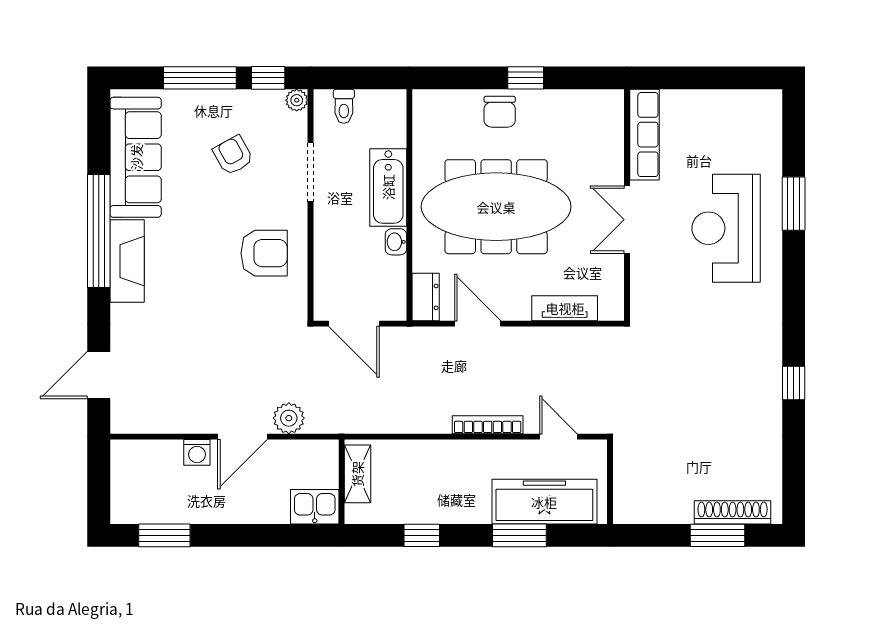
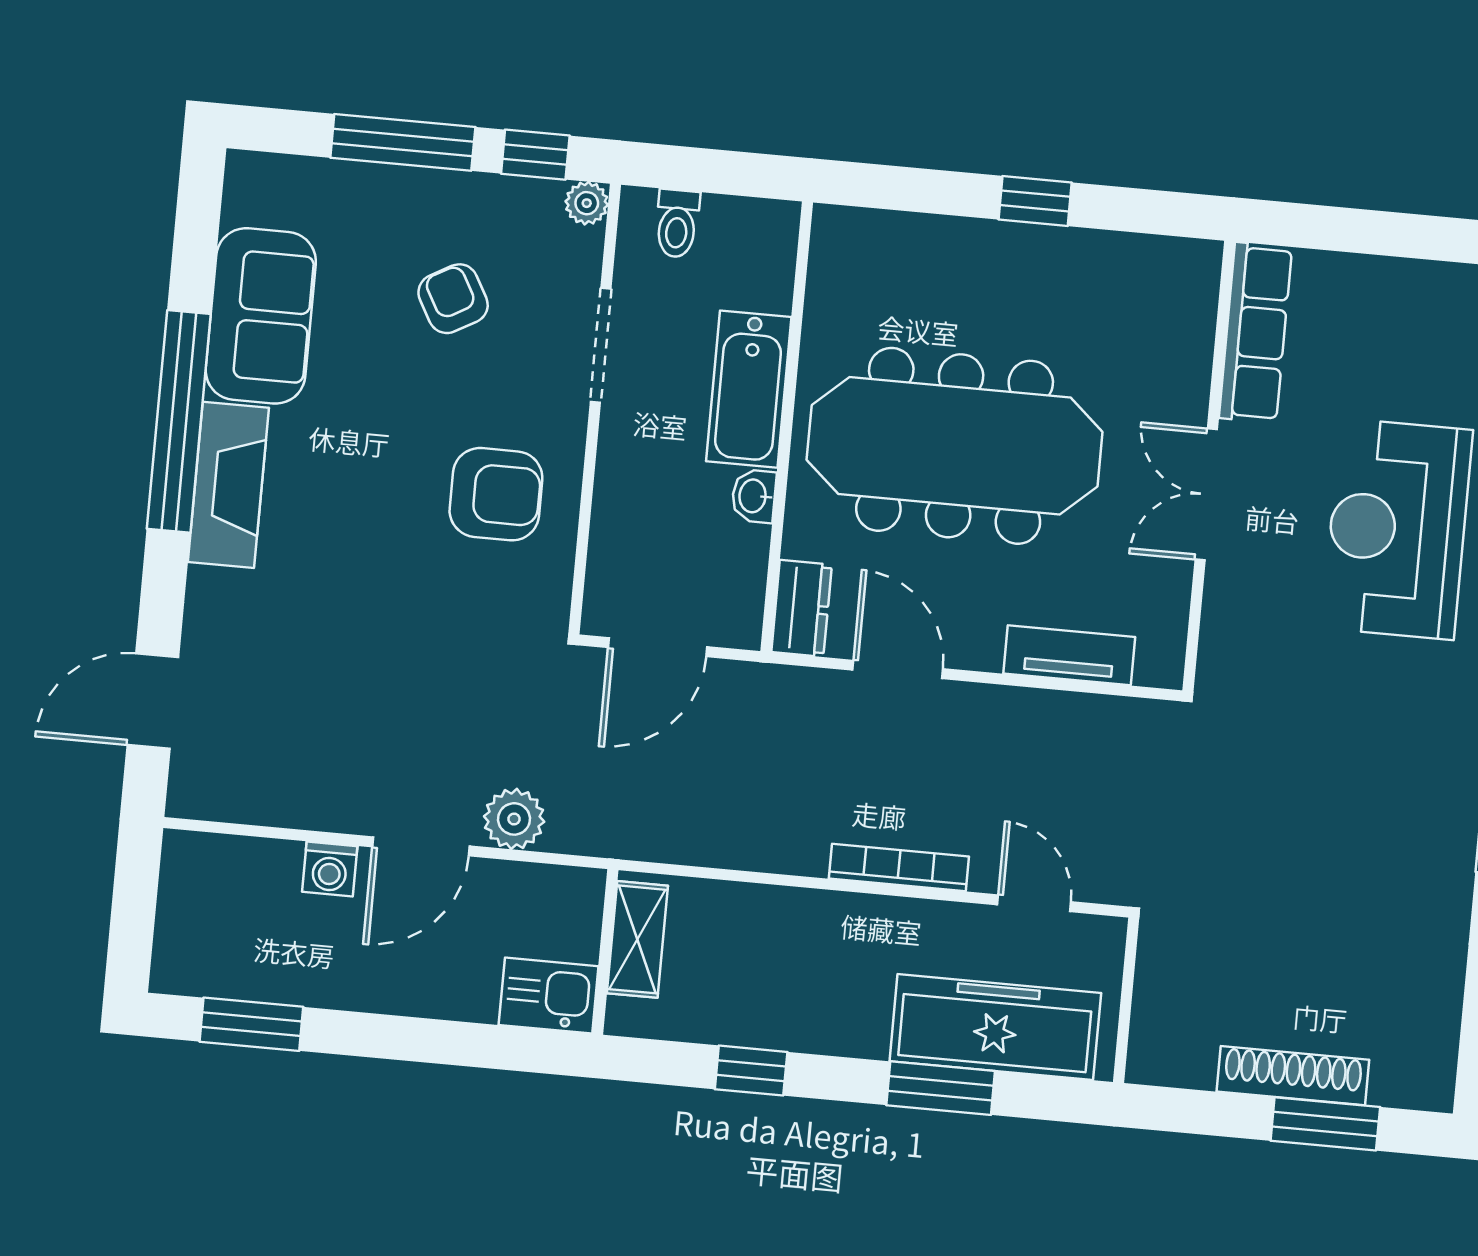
chair: (500, 112) -> (979, 262), removed
sofa: (136, 157) -> (261, 316), width x0.73
door: (354, 324) -> (658, 647), hinge flipped
shoe rack: (733, 512) -> (1293, 1076), moved

